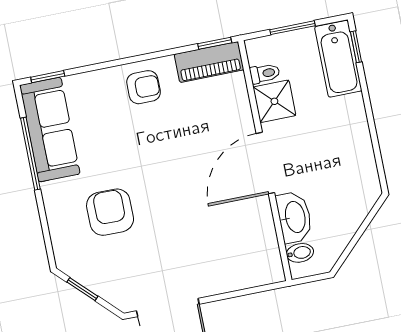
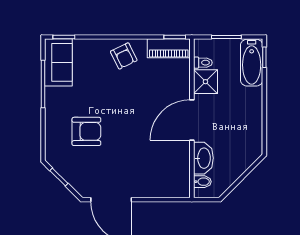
armchair: (144, 87) -> (124, 56), turned 64
sofa: (50, 130) -> (58, 62), width x0.73
armchair: (110, 212) -> (86, 131), turned 90

